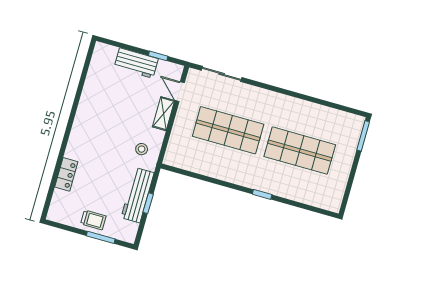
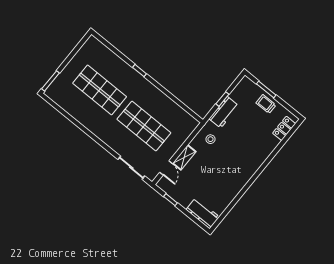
workbench: (136, 63) -> (203, 213), moved
locker: (66, 174) -> (284, 128), moved
workbench: (138, 195) -> (224, 112), width x0.73

